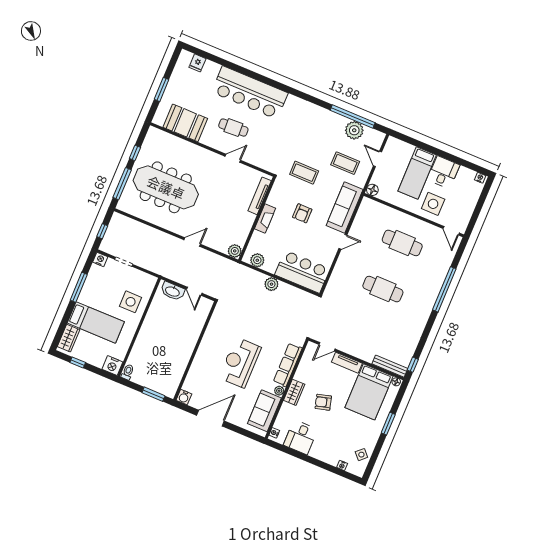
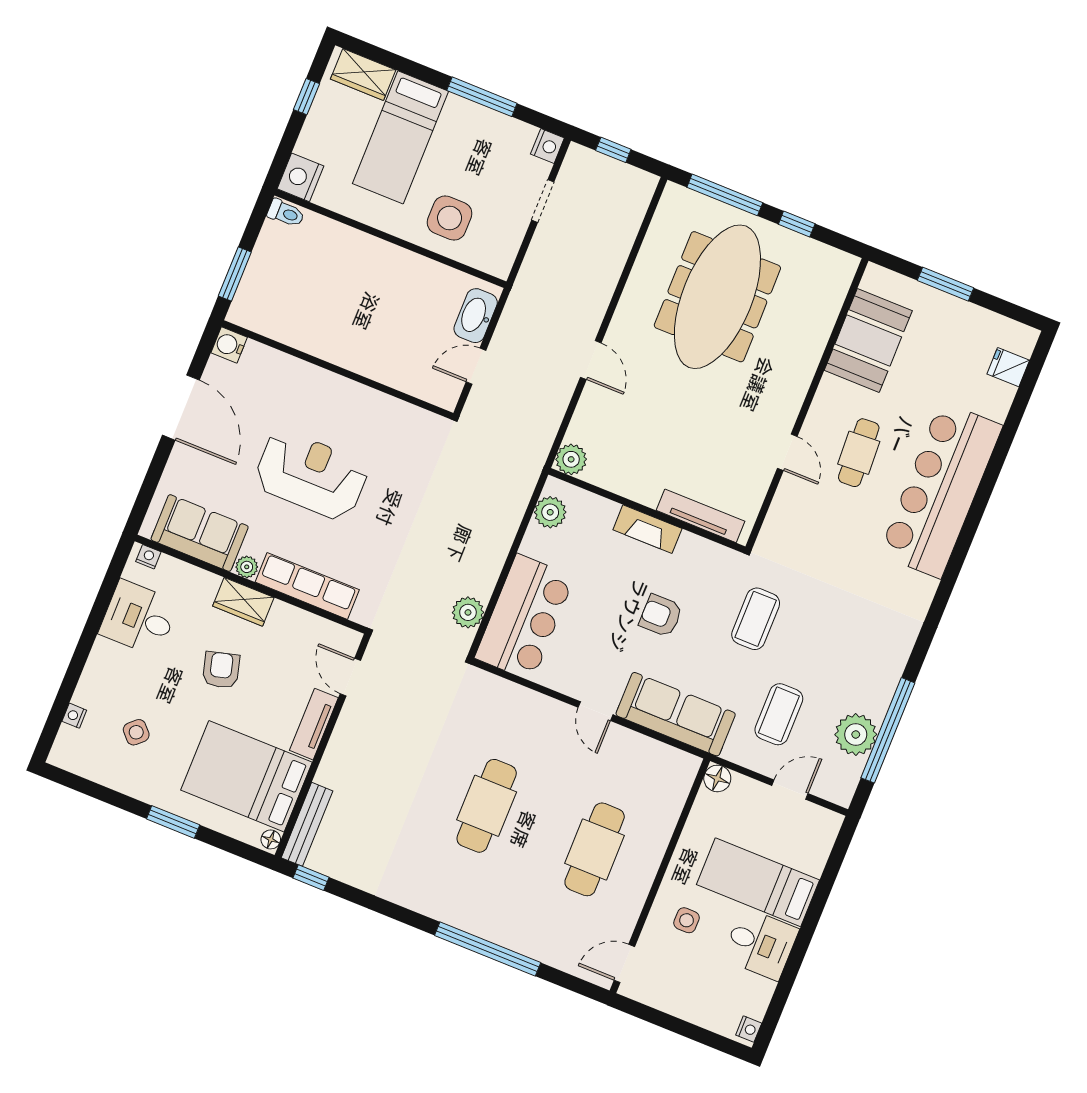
side table: (433, 204) -> (687, 920), width x0.54, depth x0.54
plant: (271, 284) -> (468, 612), moved
side table: (361, 455) -> (136, 732), moved

